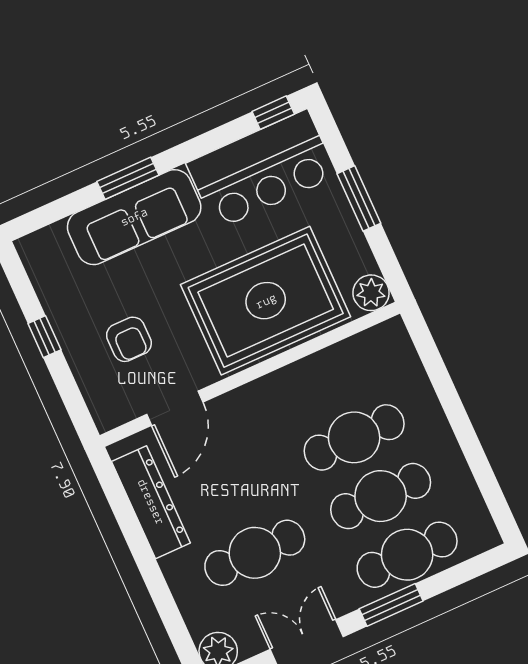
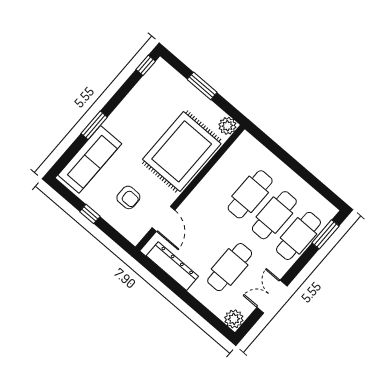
bar counter: (262, 169) -> (152, 93), removed
sofa: (134, 217) -> (90, 159), moved
window: (391, 605) -> (325, 234), moved

